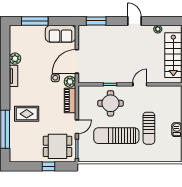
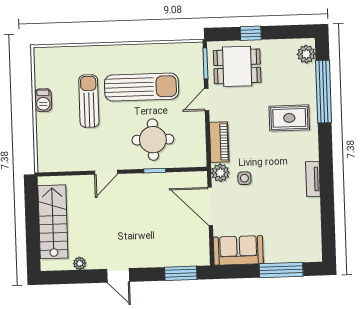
plant: (15, 59) -> (306, 54), moved
door: (77, 61) -> (210, 206), swing flipped

